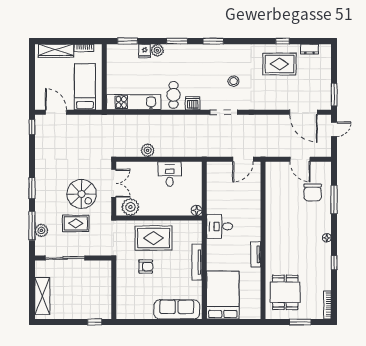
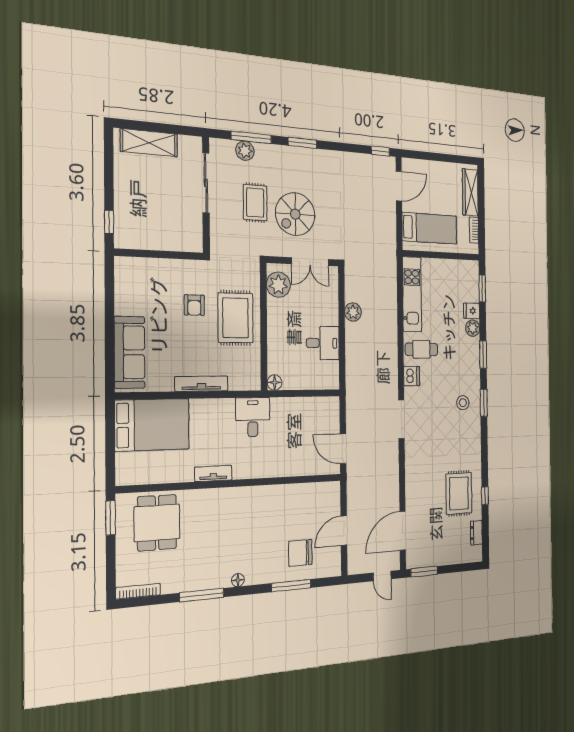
stool: (234, 81) -> (463, 403), moved
window: (334, 263) -> (202, 595), width x2.17
dining table: (285, 292) -> (157, 523), turned 90
window: (300, 322) -> (111, 518), moved

